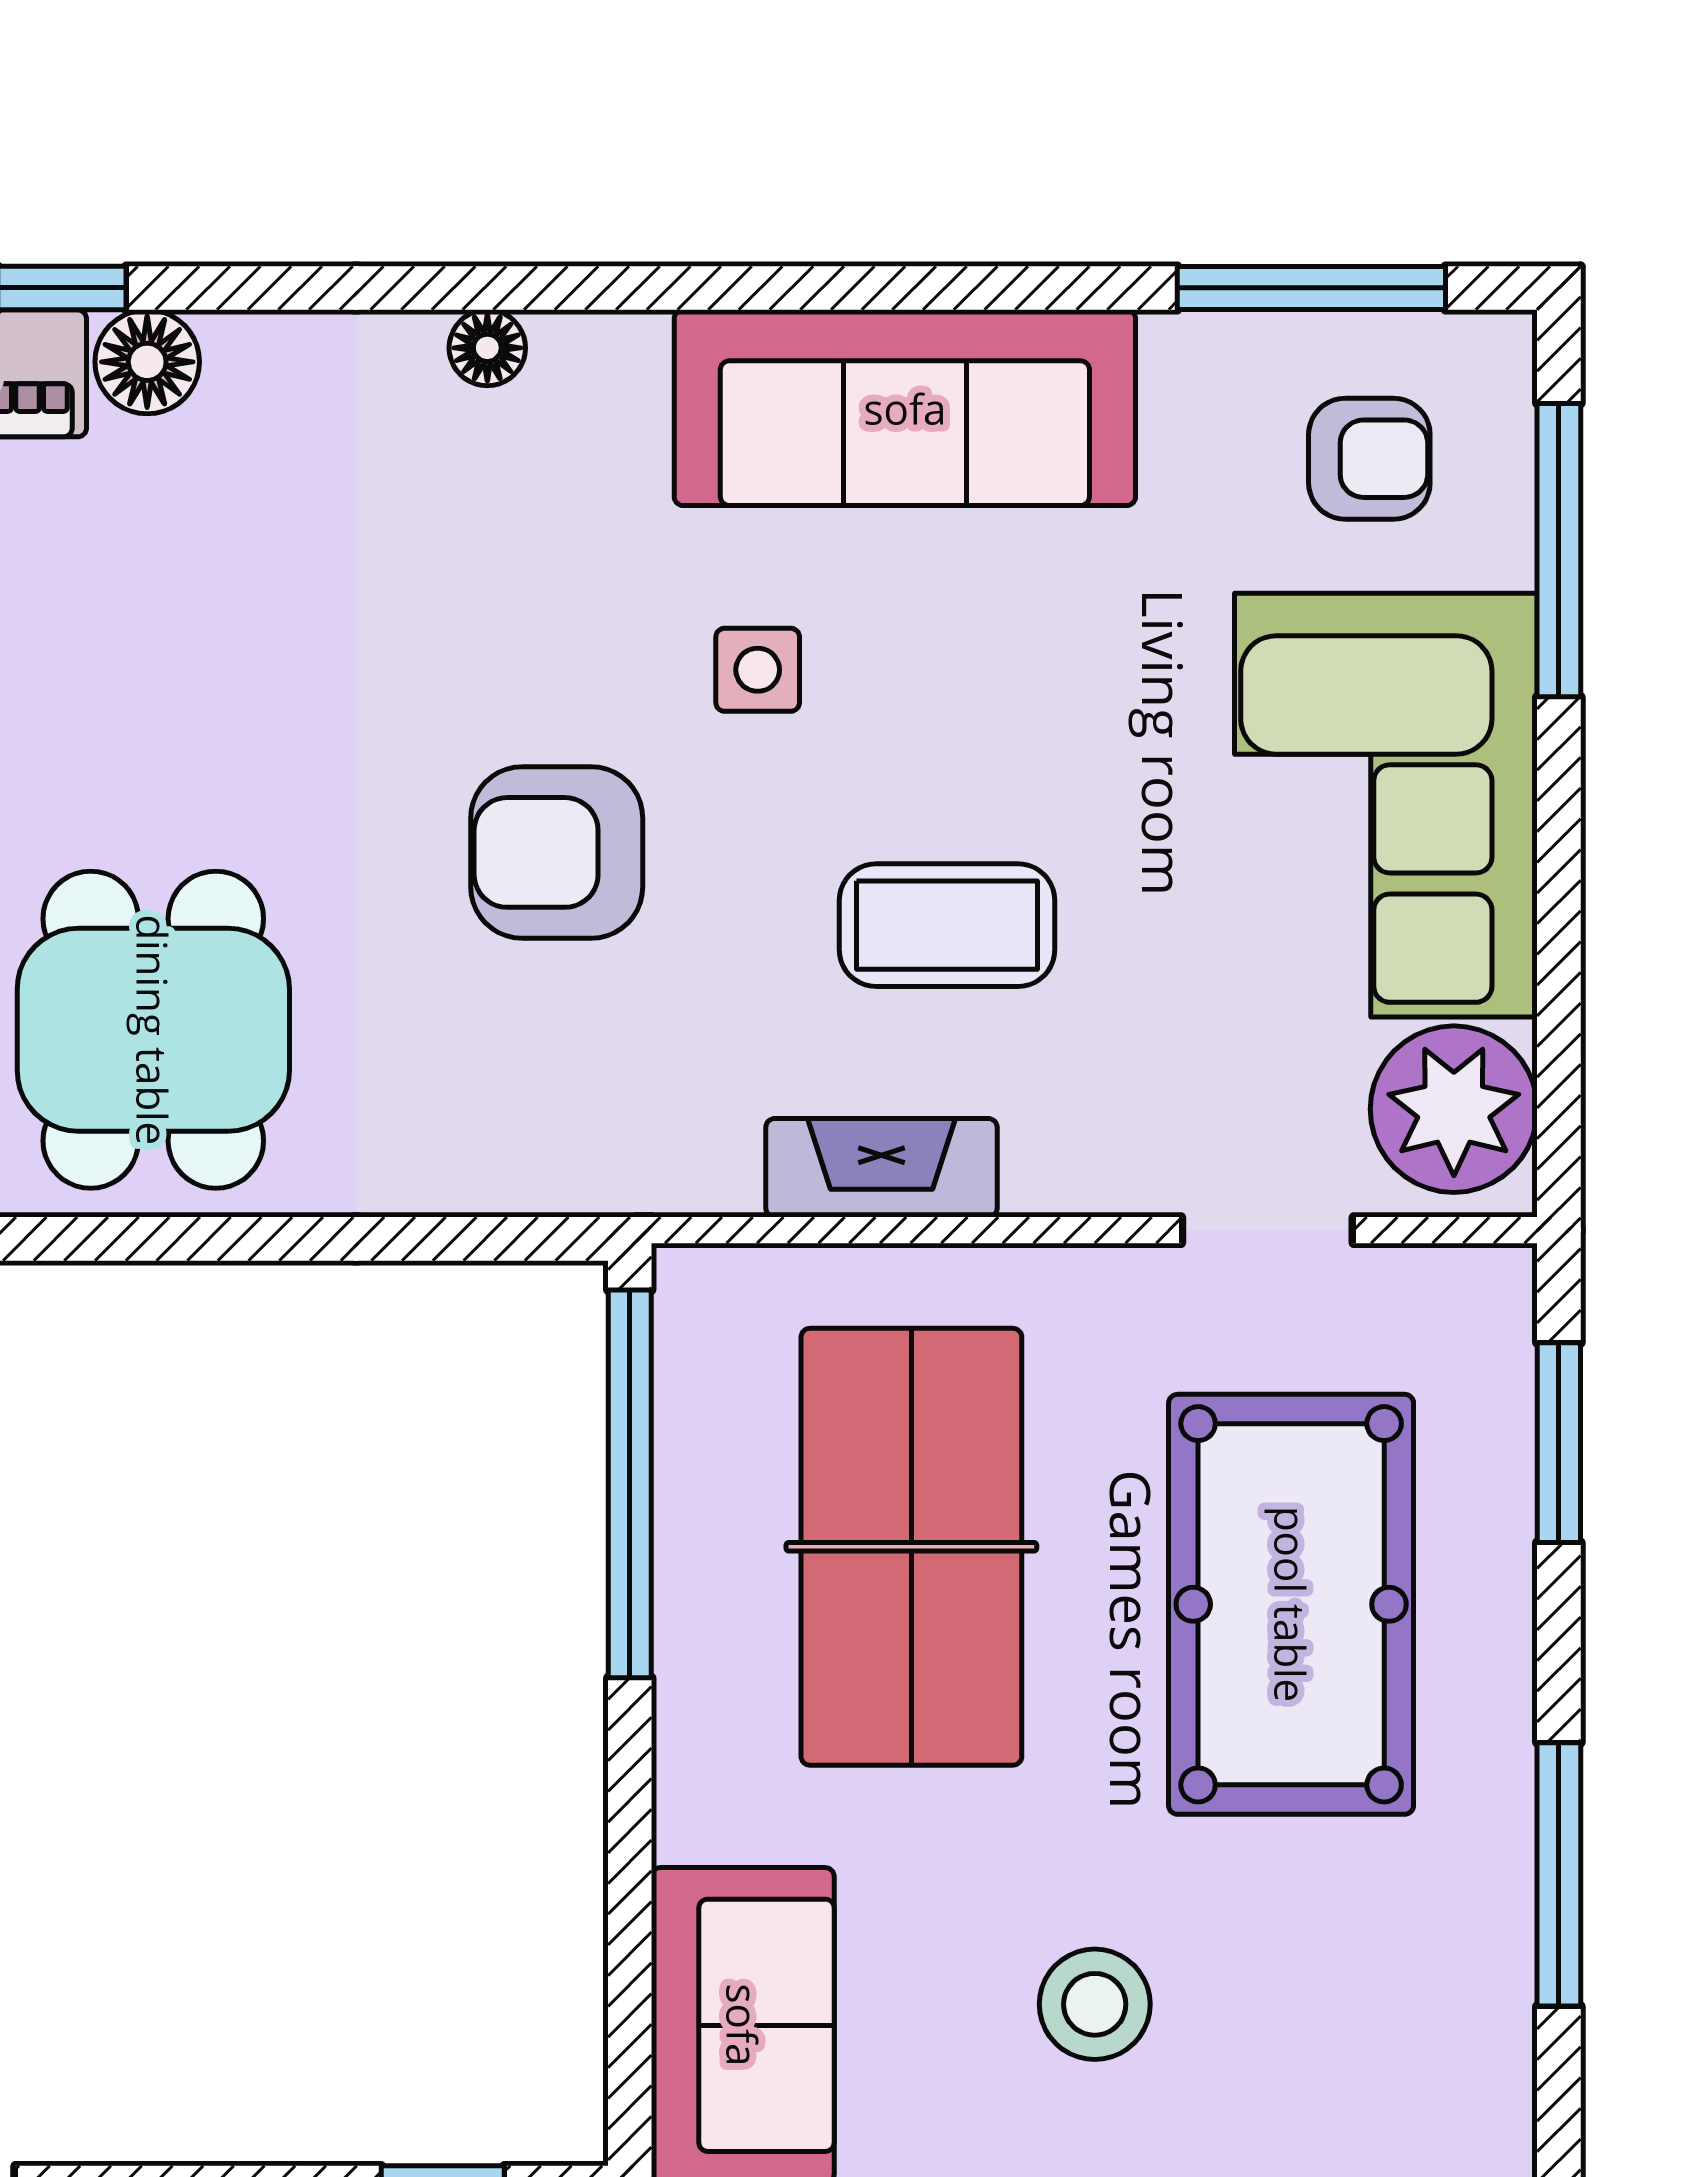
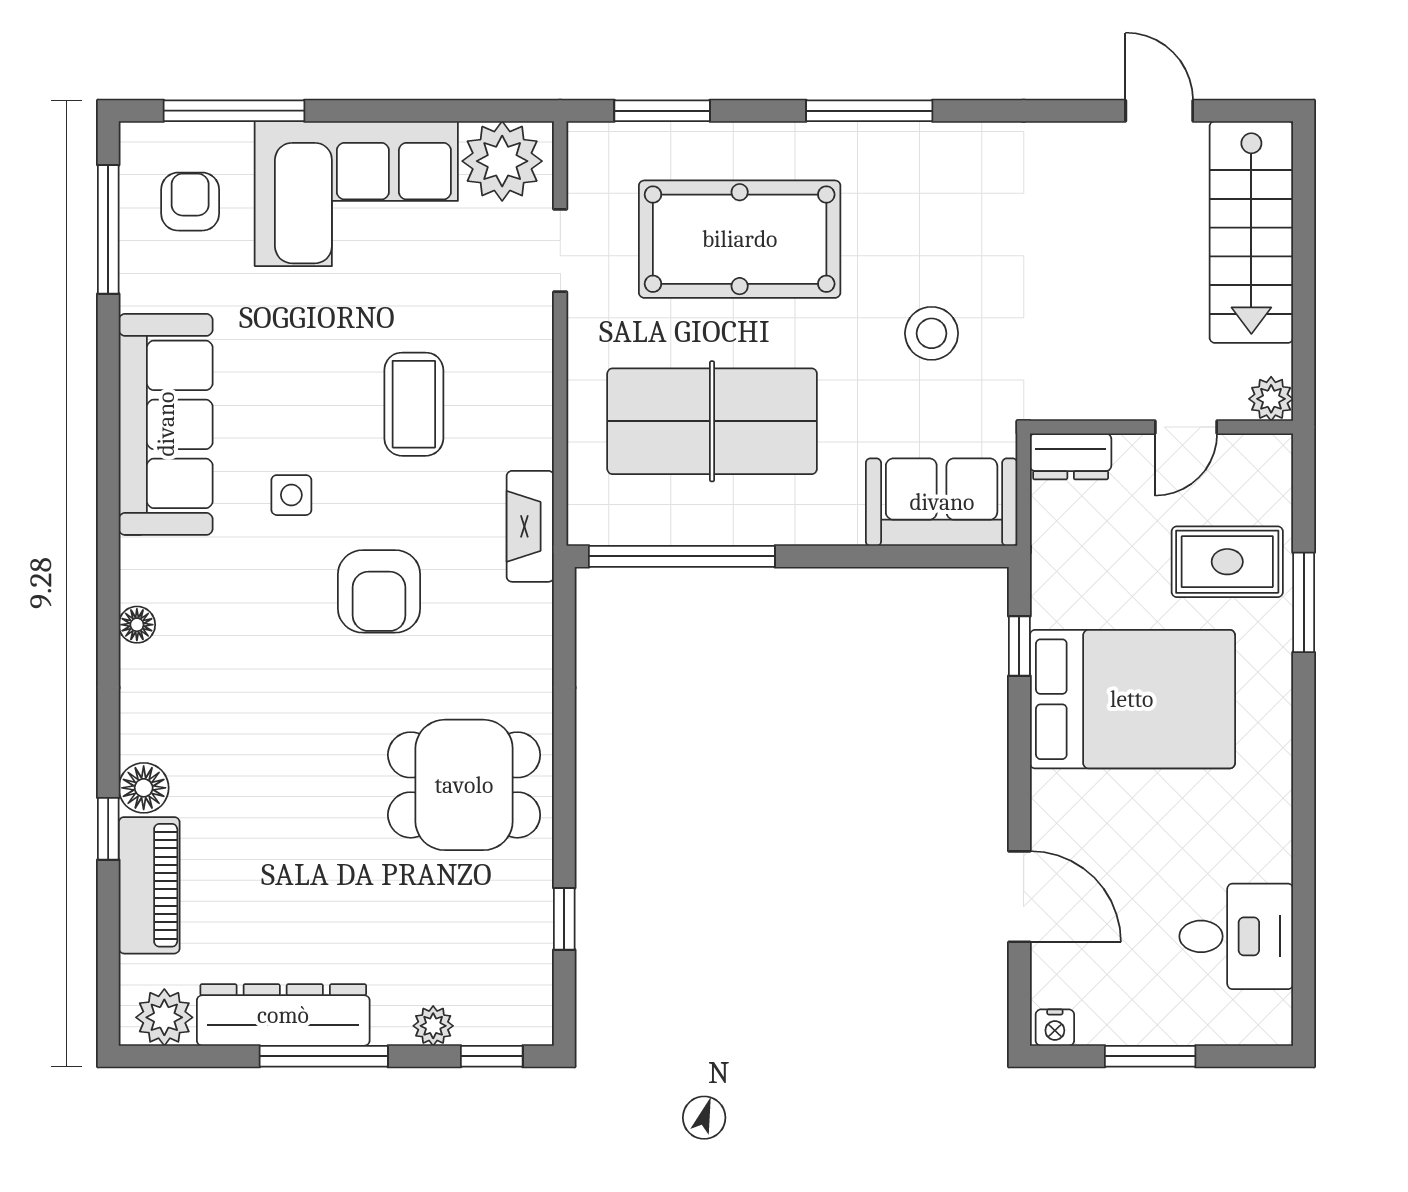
fireplace: (881, 1168) -> (530, 526), moved

